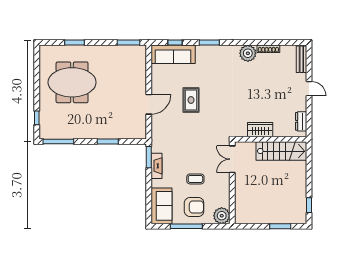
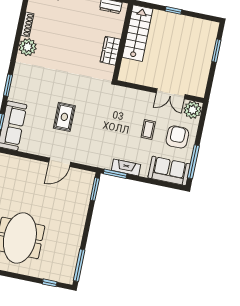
rug: (191, 100) -> (64, 117), turned 90
door: (149, 104) -> (60, 162), swing flipped
window: (108, 142) -> (95, 189), moved
double door: (232, 159) -> (171, 94), moved
window: (309, 205) -> (173, 10), moved
window: (186, 226) -> (193, 162), moved

